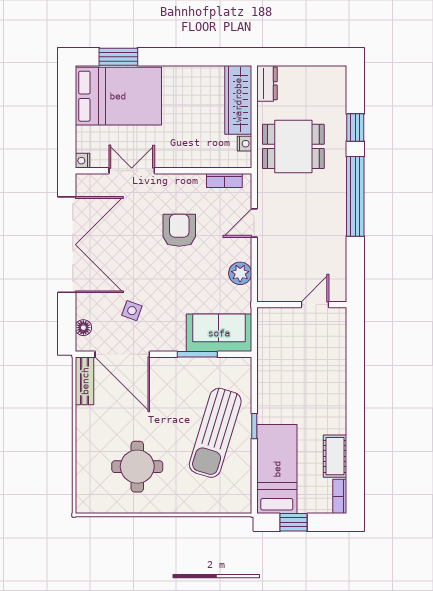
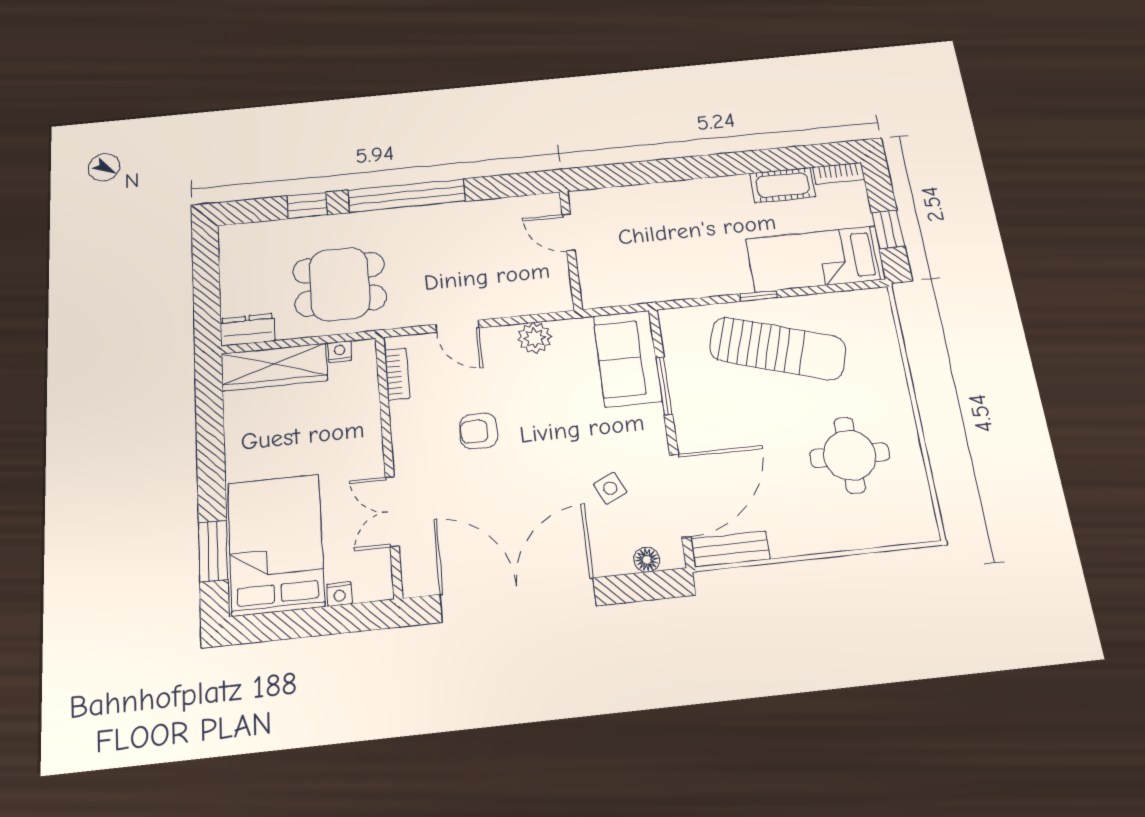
dining table: (293, 146) -> (340, 284), turned 90
nightstand: (82, 161) -> (339, 594), moved
armchair: (179, 230) -> (478, 431), width x0.72, depth x0.72
side table: (132, 311) -> (610, 488), turned 45

